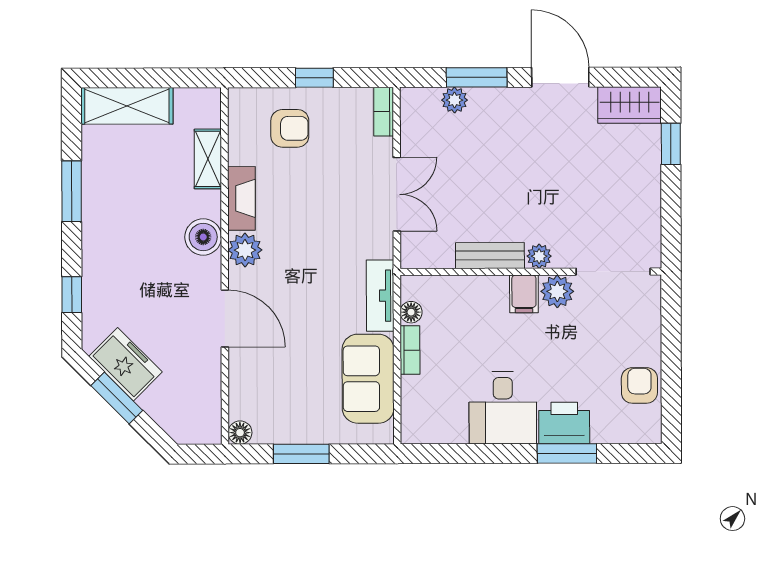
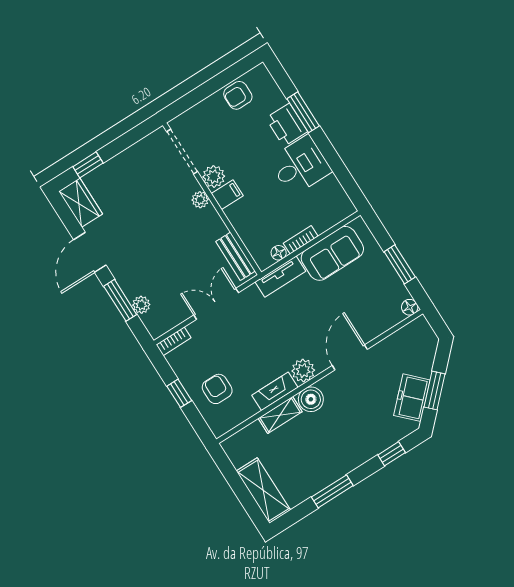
shelving: (208, 159) -> (280, 415), moved
bench: (490, 256) -> (235, 256), moved

